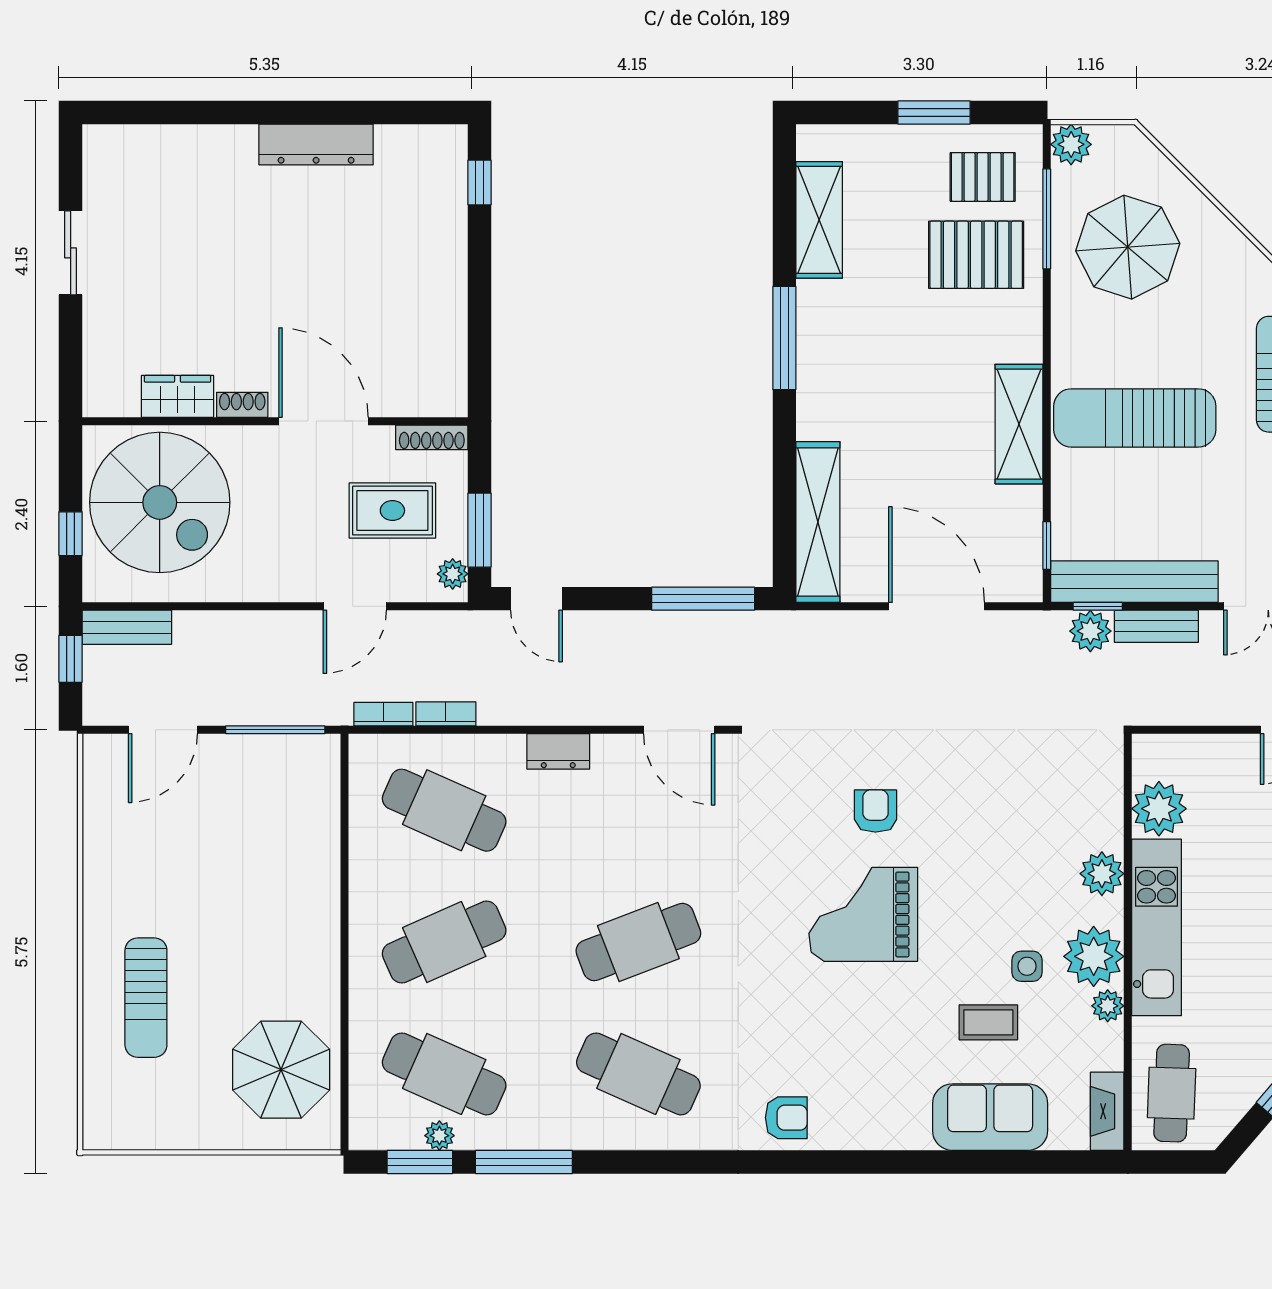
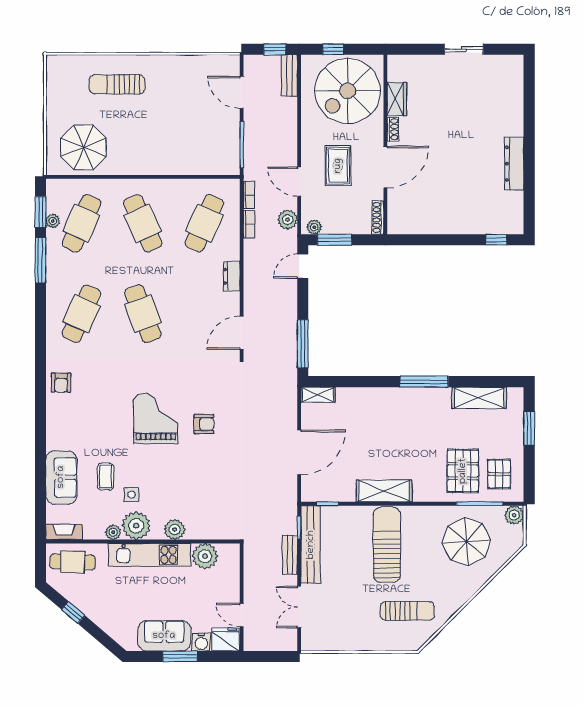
window: (934, 112) -> (529, 428), moved
rug: (392, 511) -> (338, 166), moved
shelving: (818, 522) -> (318, 395), width x0.45, depth x0.75
plant: (1090, 631) -> (288, 220), moved

